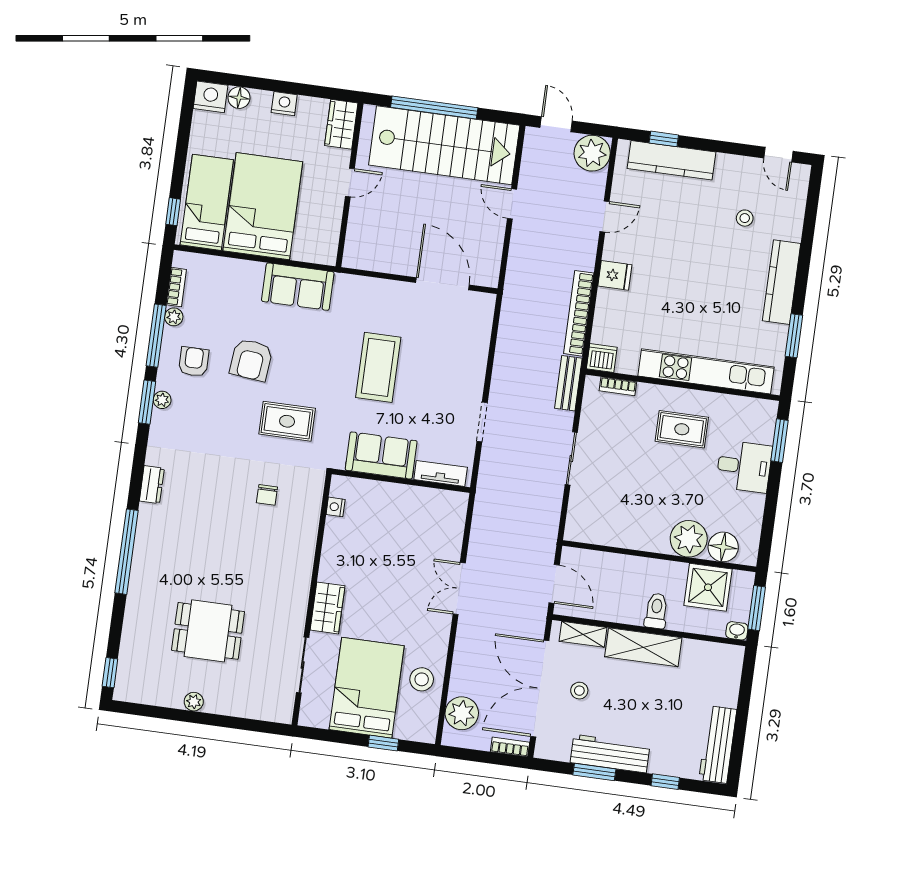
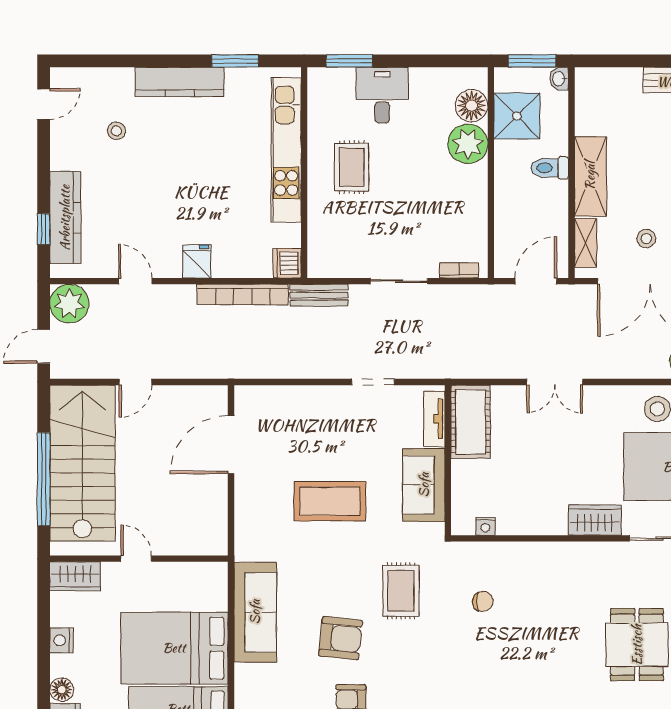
sofa: (298, 287) -> (255, 612), width x1.36
bookcase: (618, 386) -> (459, 270), moved, turned -90
cot: (433, 506) -> (471, 422), added

